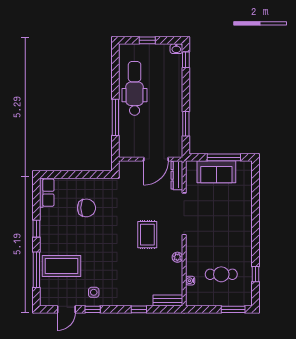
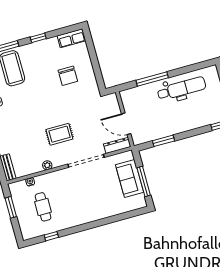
window: (233, 309) -> (11, 207), moved

